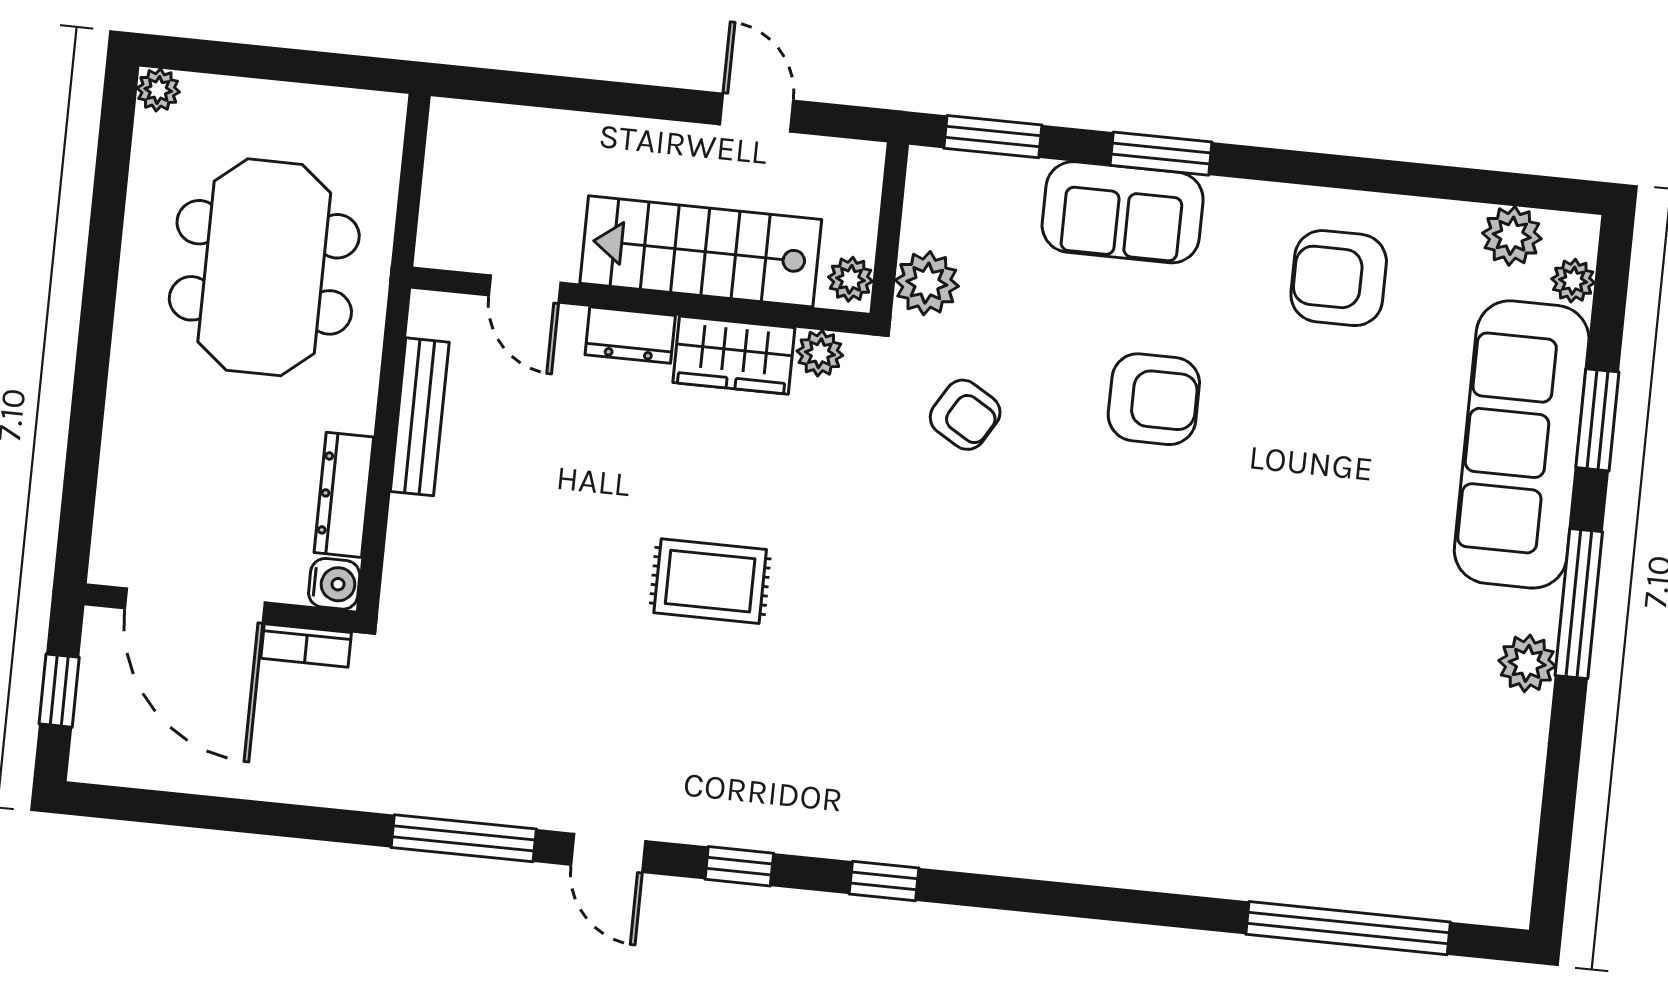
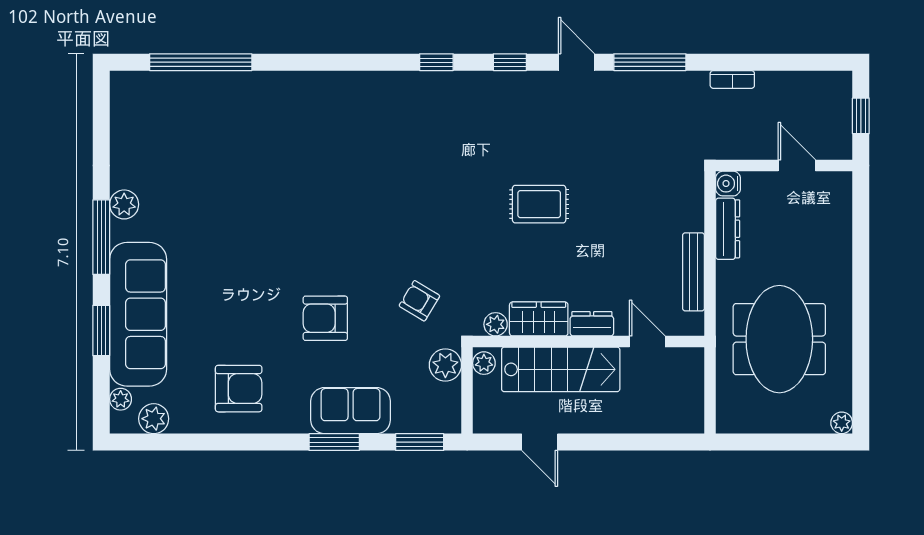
door: (195, 605) -> (797, 166), width x0.53
bookcase: (306, 645) -> (732, 79), moved, turned 180

